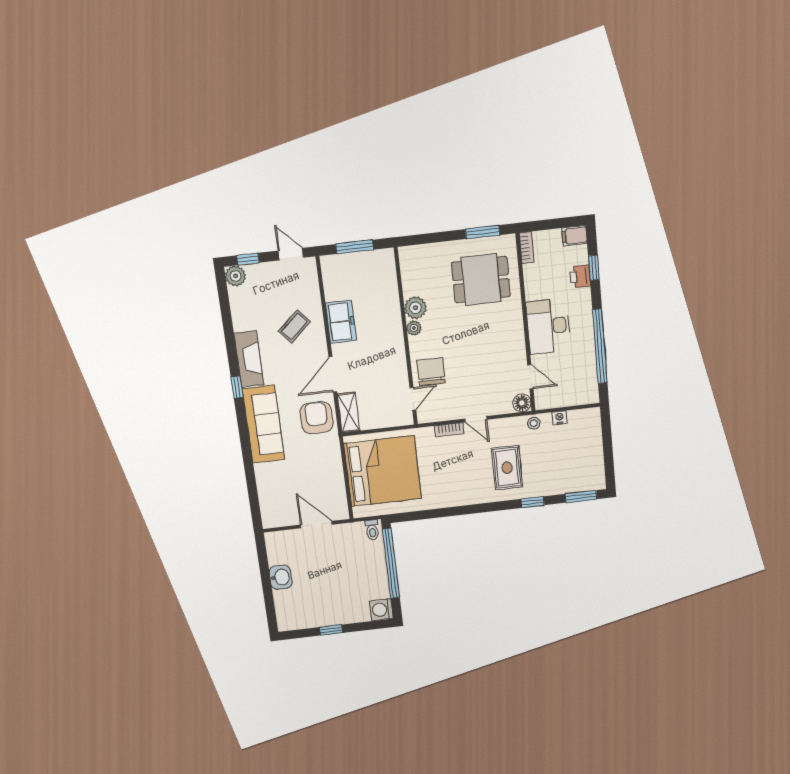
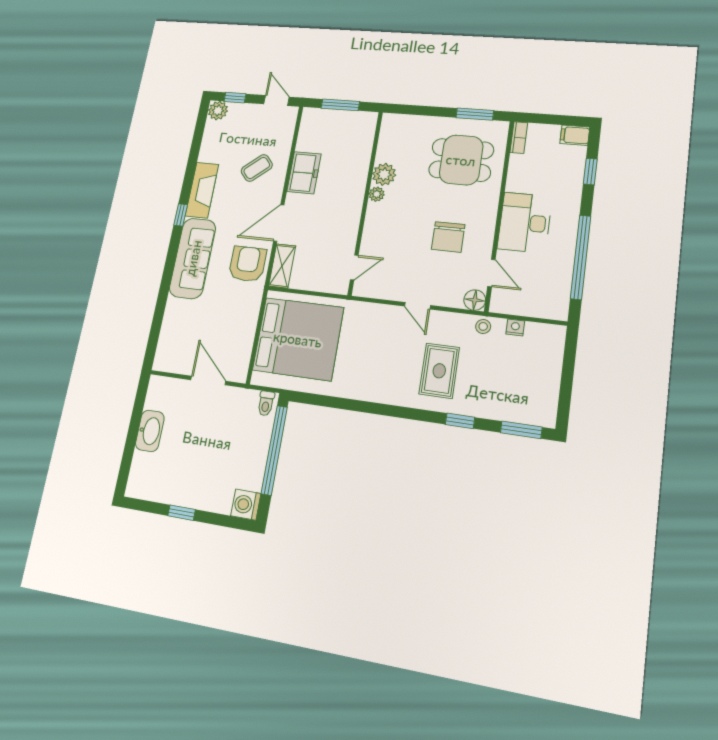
printer: (580, 276) -> (573, 178), removed
chair: (431, 372) -> (448, 237), moved, turned 180
bookcase: (449, 430) -> (384, 311), removed
washbasin: (281, 577) -> (150, 431), width x1.38

